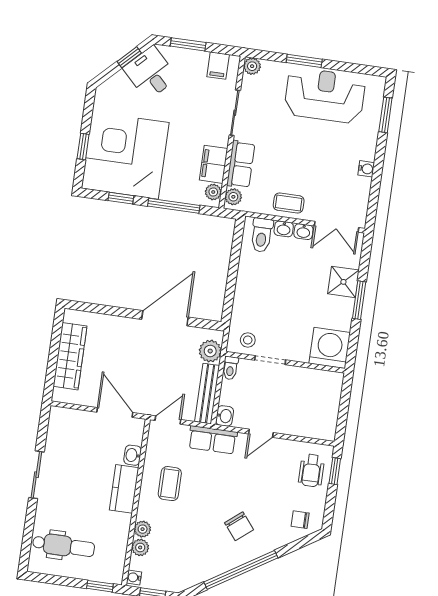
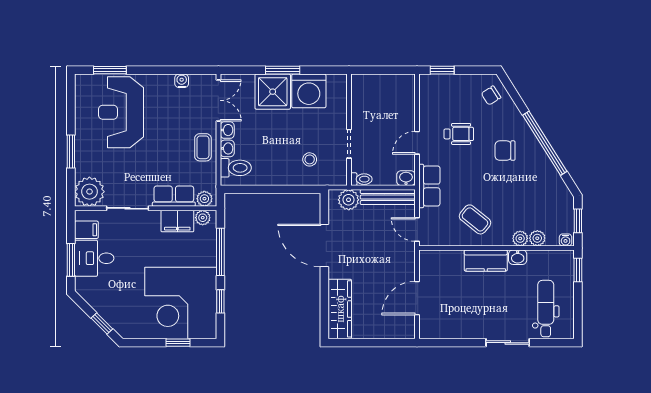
window: (129, 57) -> (102, 323), moved
plant: (252, 66) -> (89, 192), width x1.88, depth x1.88
desk: (150, 73) -> (94, 258), moved, turned 45
reception desk: (325, 95) -> (121, 112), moved
water cooler: (366, 169) -> (182, 81), moved
shower: (343, 282) -> (273, 92), width x1.36, depth x1.36
stool: (248, 340) -> (310, 159), moved
washing machine: (330, 348) -> (309, 91), moved, turned -90
wardrobe: (70, 356) -> (340, 309), moved, turned 90
door: (115, 412) -> (417, 298), moved
door: (261, 433) -> (417, 143), swing flipped
washbasin: (133, 455) -> (518, 257), moved
wheelchair: (311, 470) -> (459, 134), moved
sliding door: (36, 475) -> (508, 343), moved
coffee table: (170, 484) -> (475, 219), turned 39
chair: (300, 520) -> (491, 96), turned 57
chair: (239, 526) -> (505, 151), turned -141

